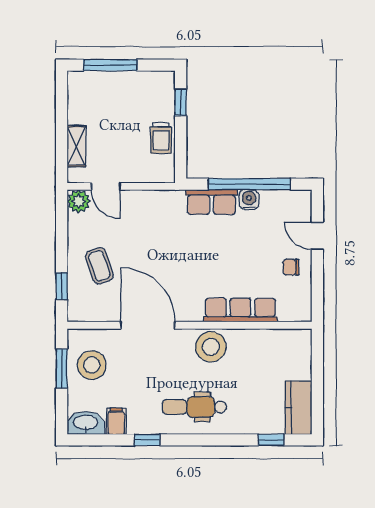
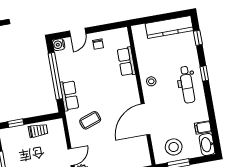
water cooler: (249, 200) -> (59, 45), moved
coffee table: (99, 266) -> (90, 120), moved
row of seats: (240, 310) -> (126, 62), width x0.68
stool: (211, 347) -> (151, 81), width x0.53, depth x0.53
kitchen counter: (298, 408) -> (169, 27), width x1.50
window: (147, 440) -> (204, 73), moved

